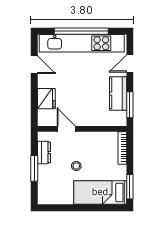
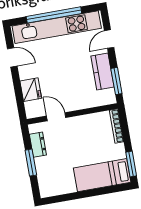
stool: (76, 166) -> (73, 152), removed

